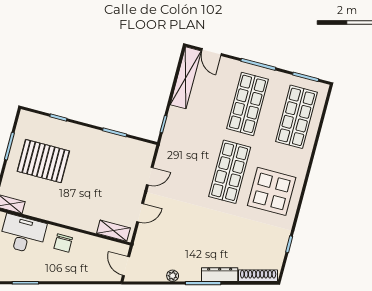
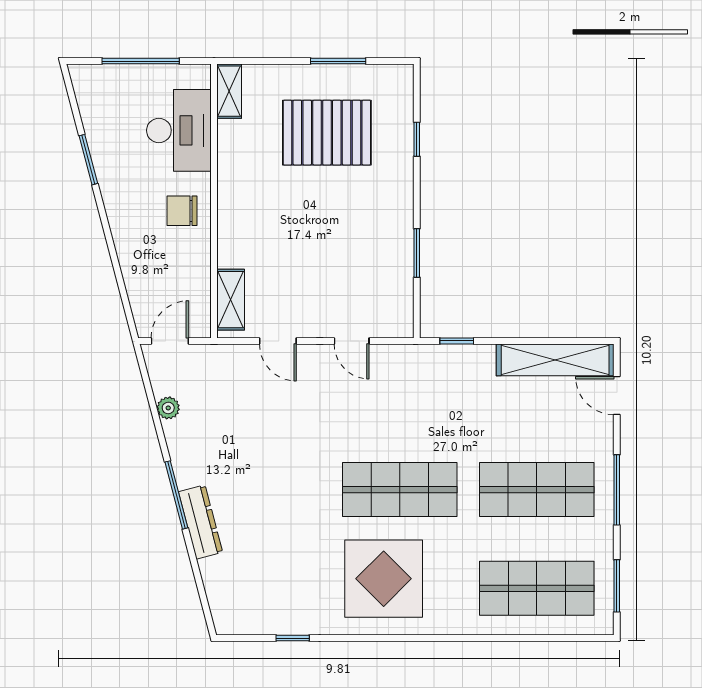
door: (211, 52) -> (617, 396), hinge flipped
pallet: (43, 161) -> (327, 133), turned 90
plant: (173, 276) -> (168, 408), moved
shoe rack: (258, 276) -> (218, 595), removed

